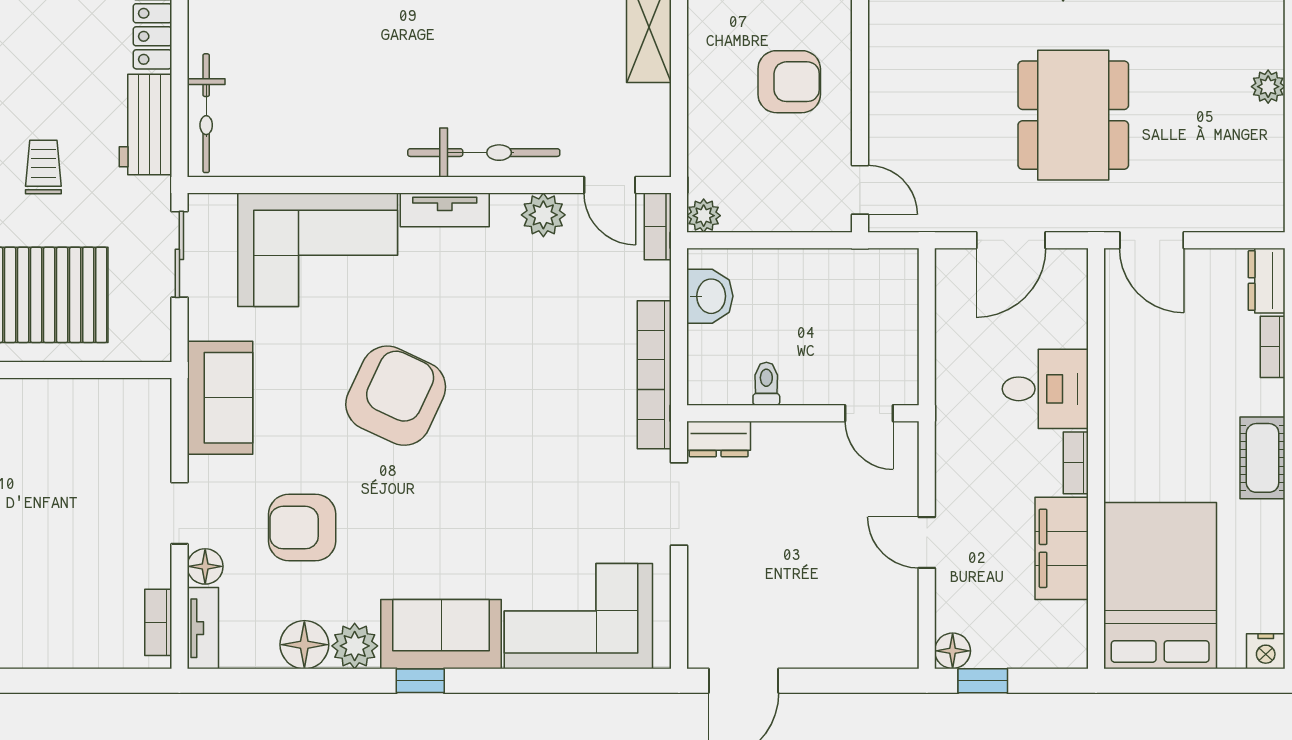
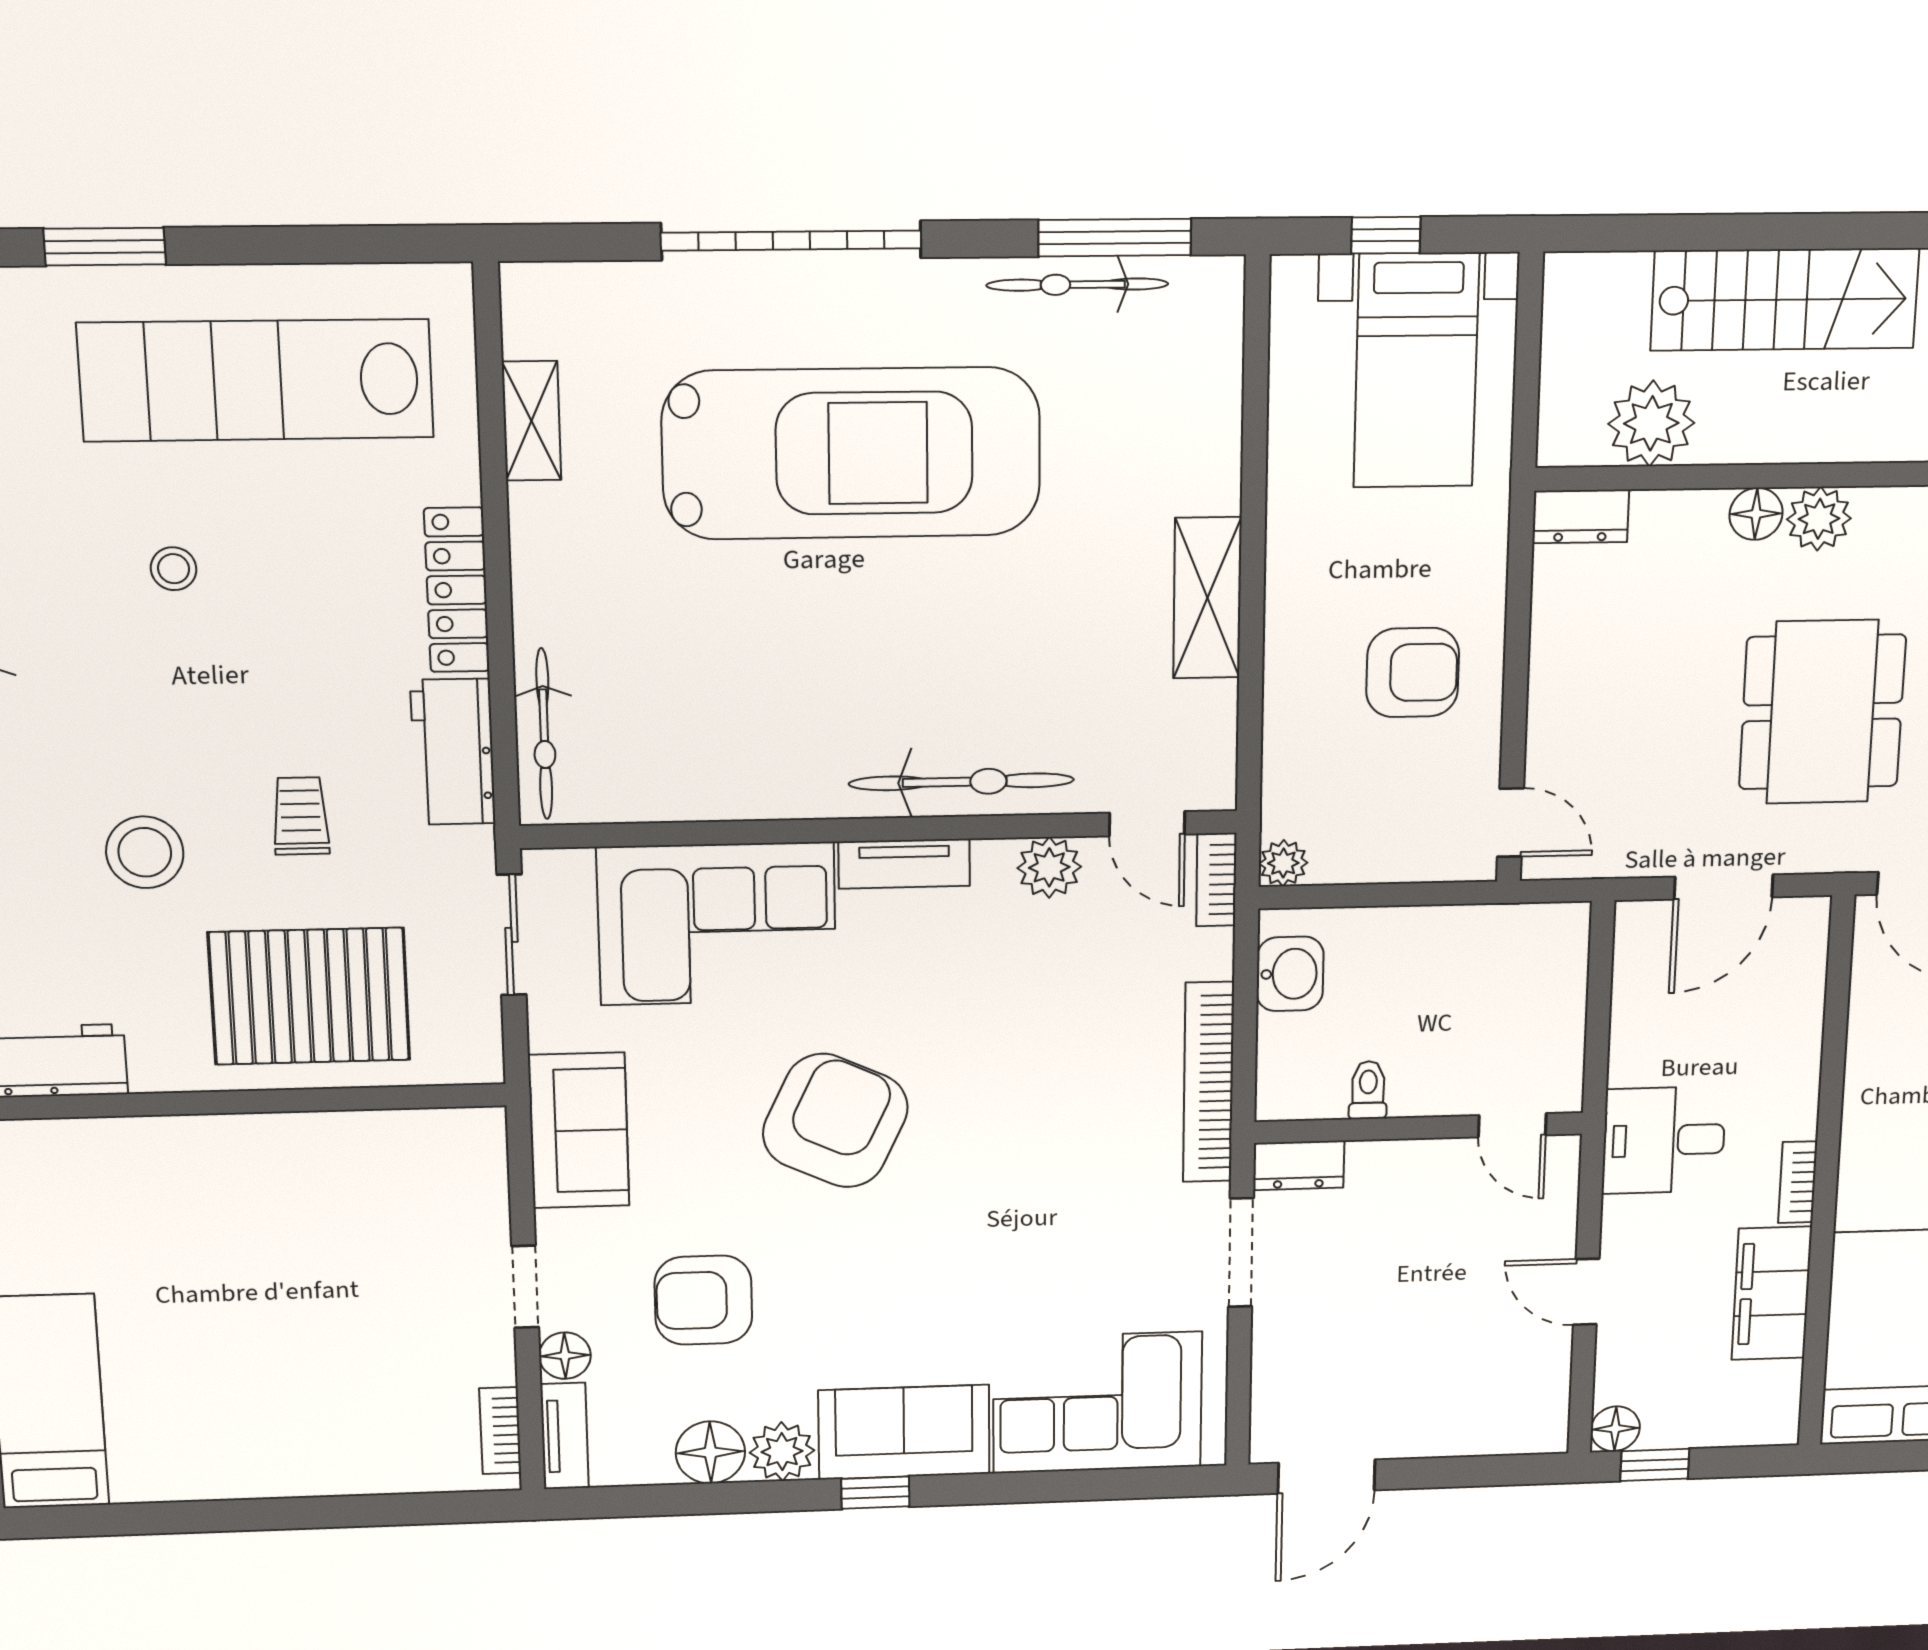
desk: (1045, 389) -> (1664, 1140), moved, turned 180

